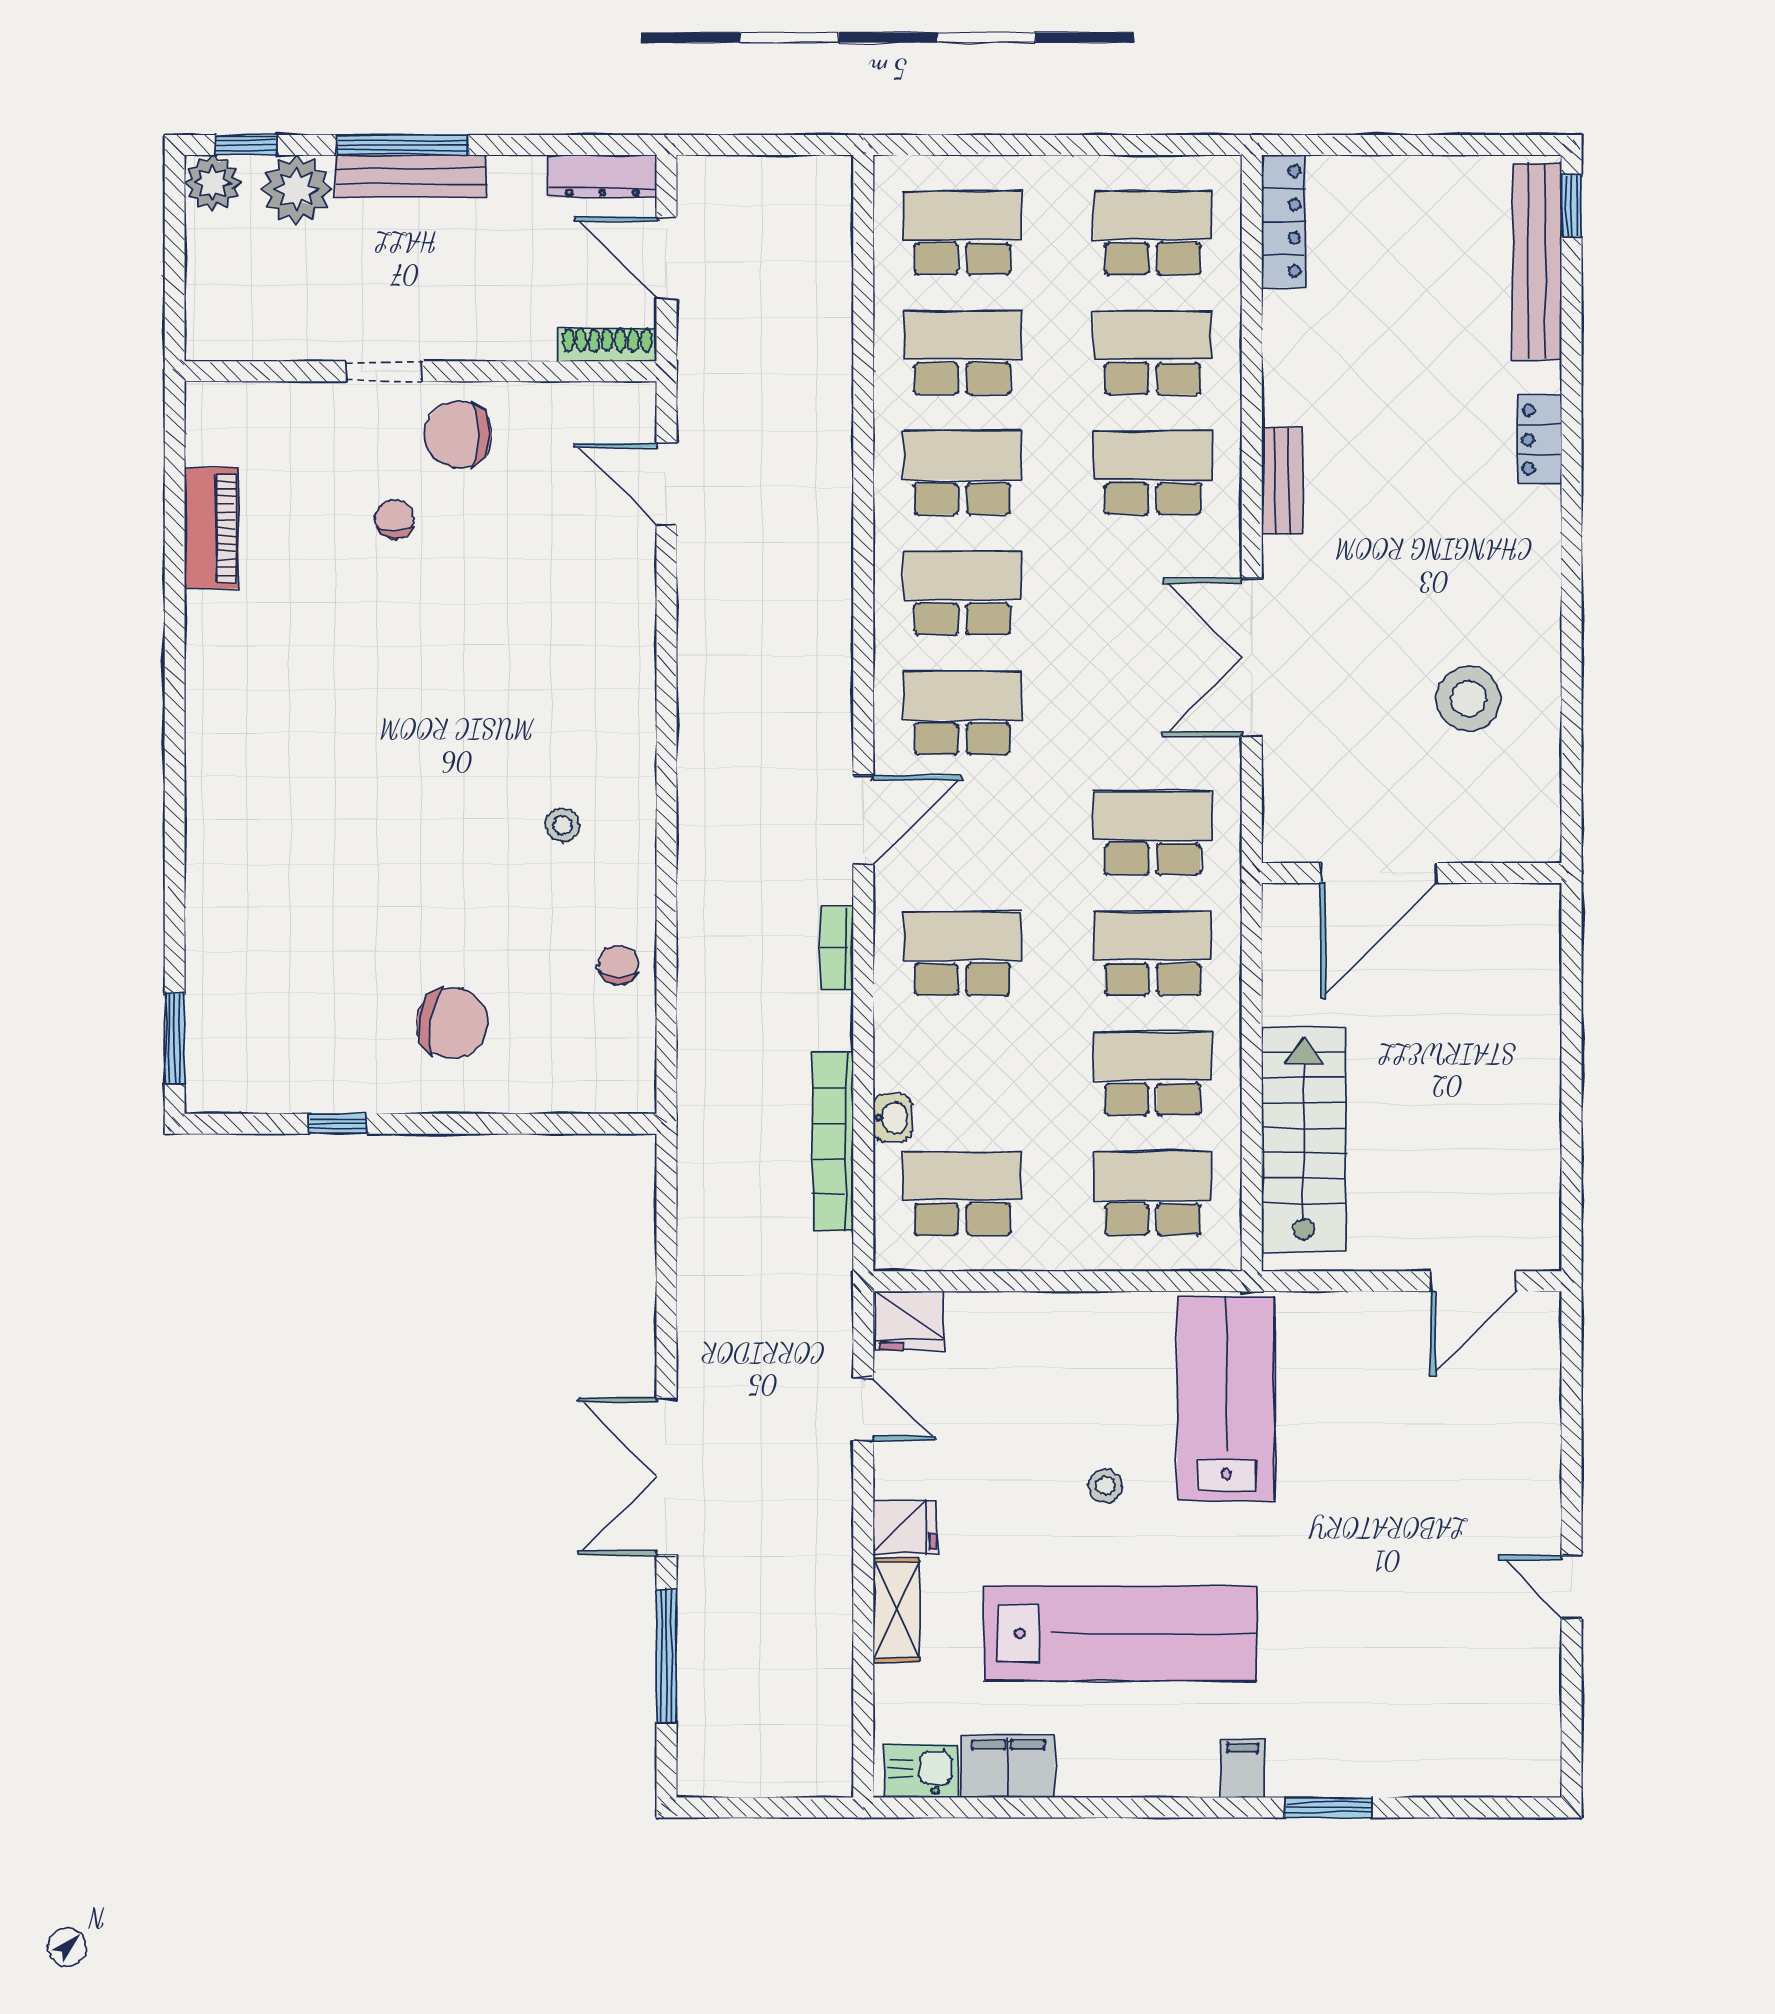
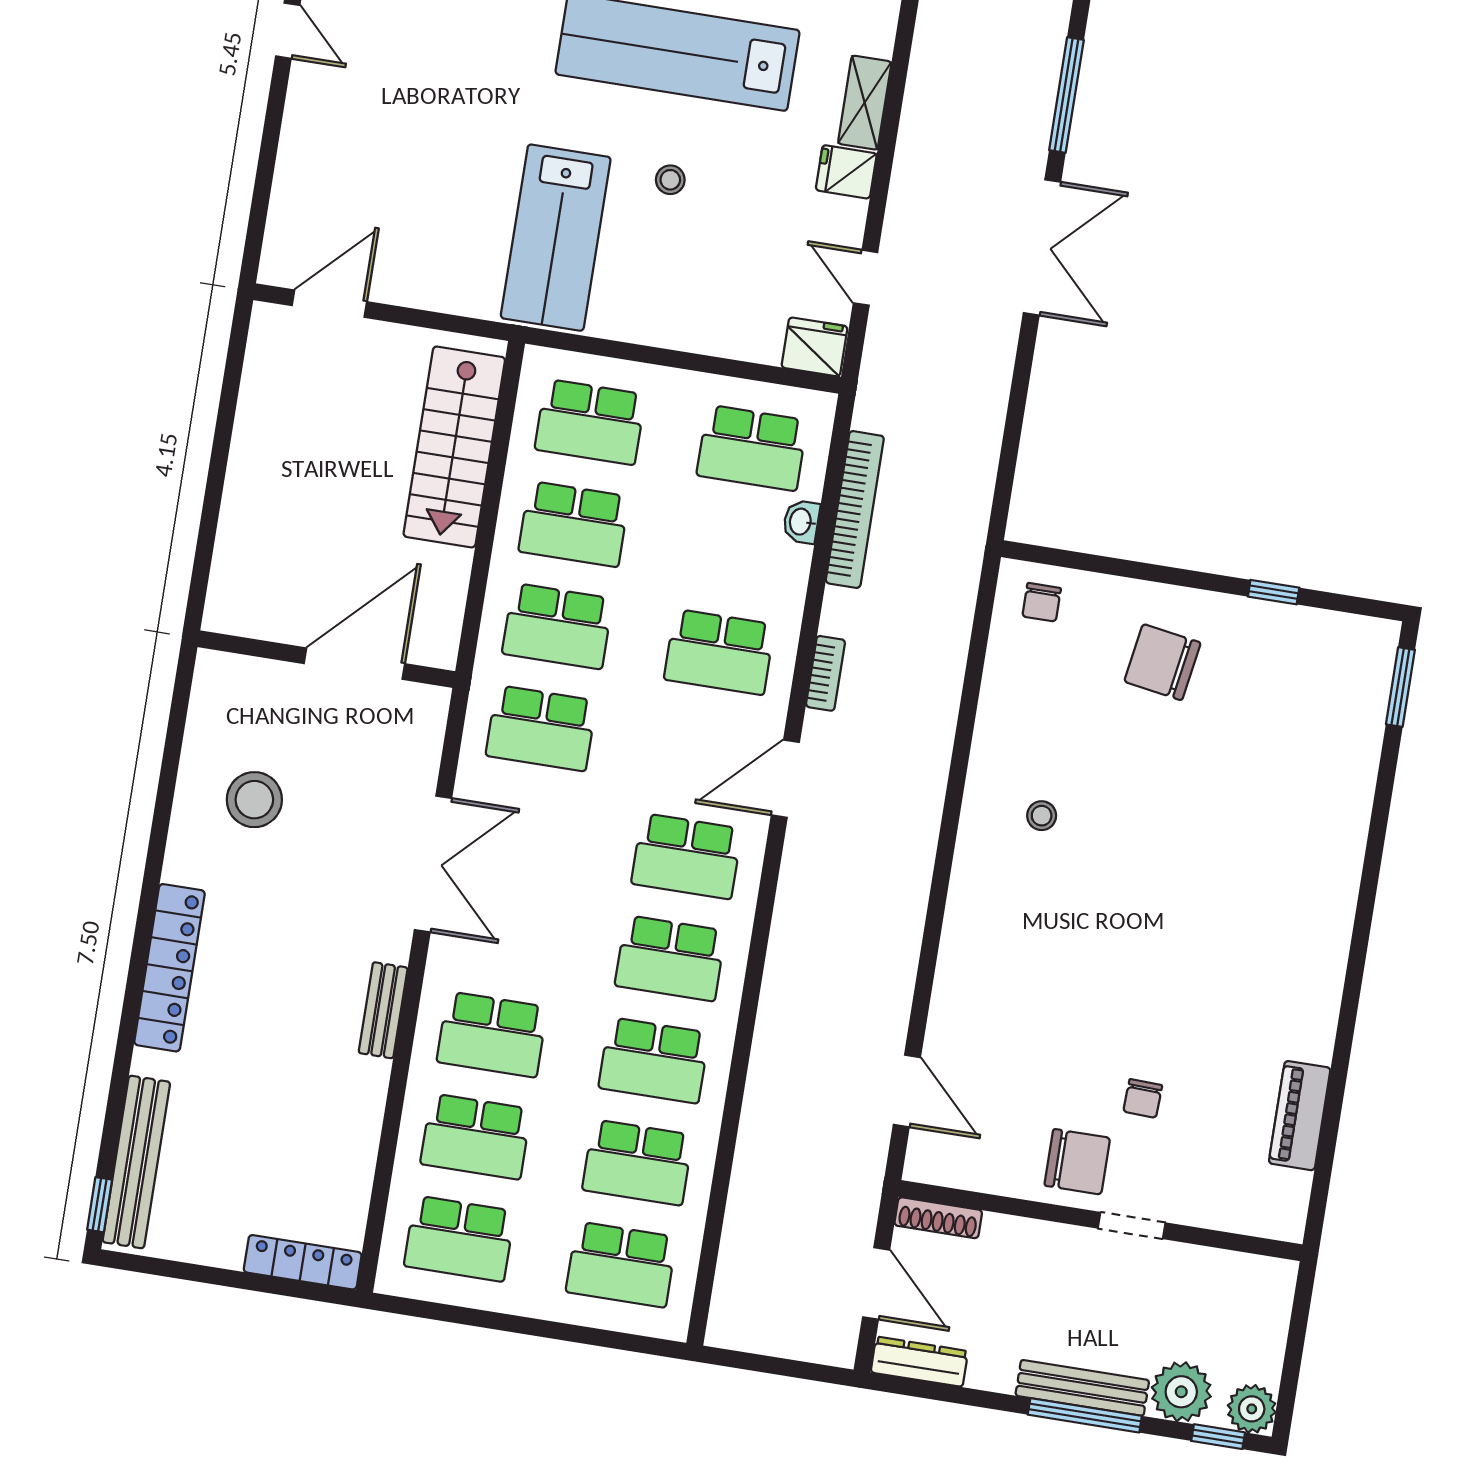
locker: (1284, 221) -> (303, 1262), moved, turned 90
locker: (1539, 439) -> (170, 968), width x2.16, depth x1.21
chair: (618, 965) -> (1042, 602), moved

